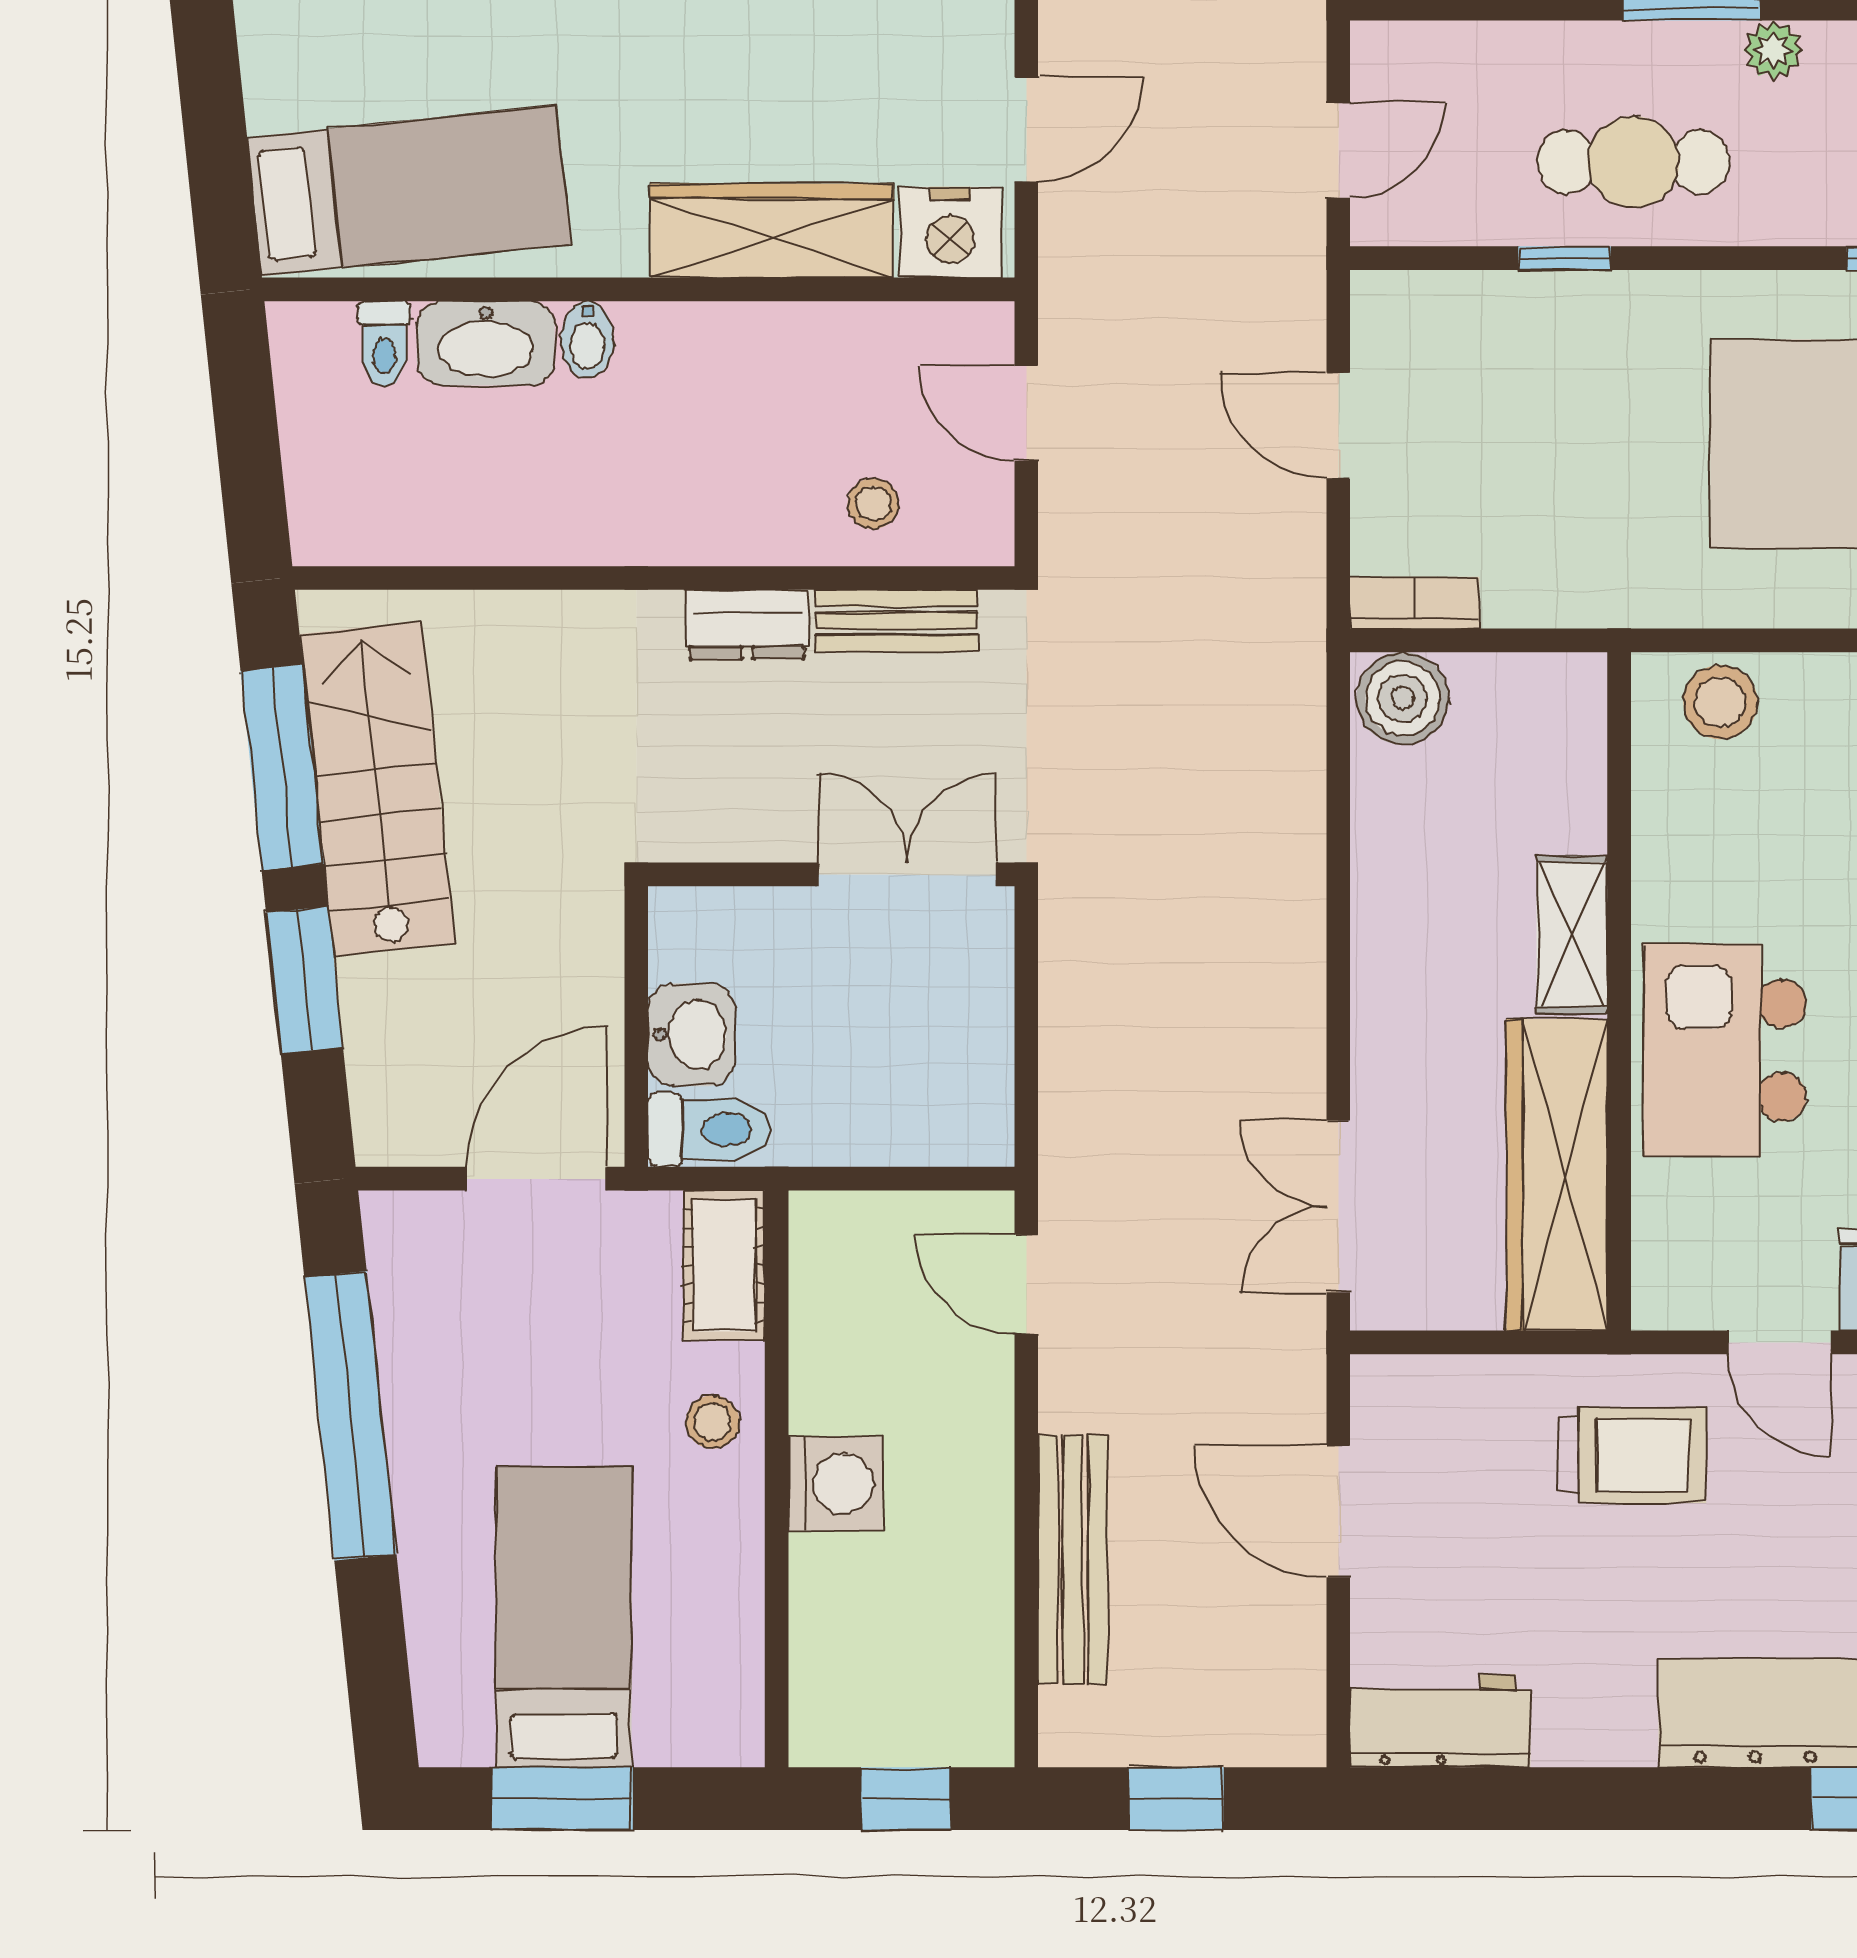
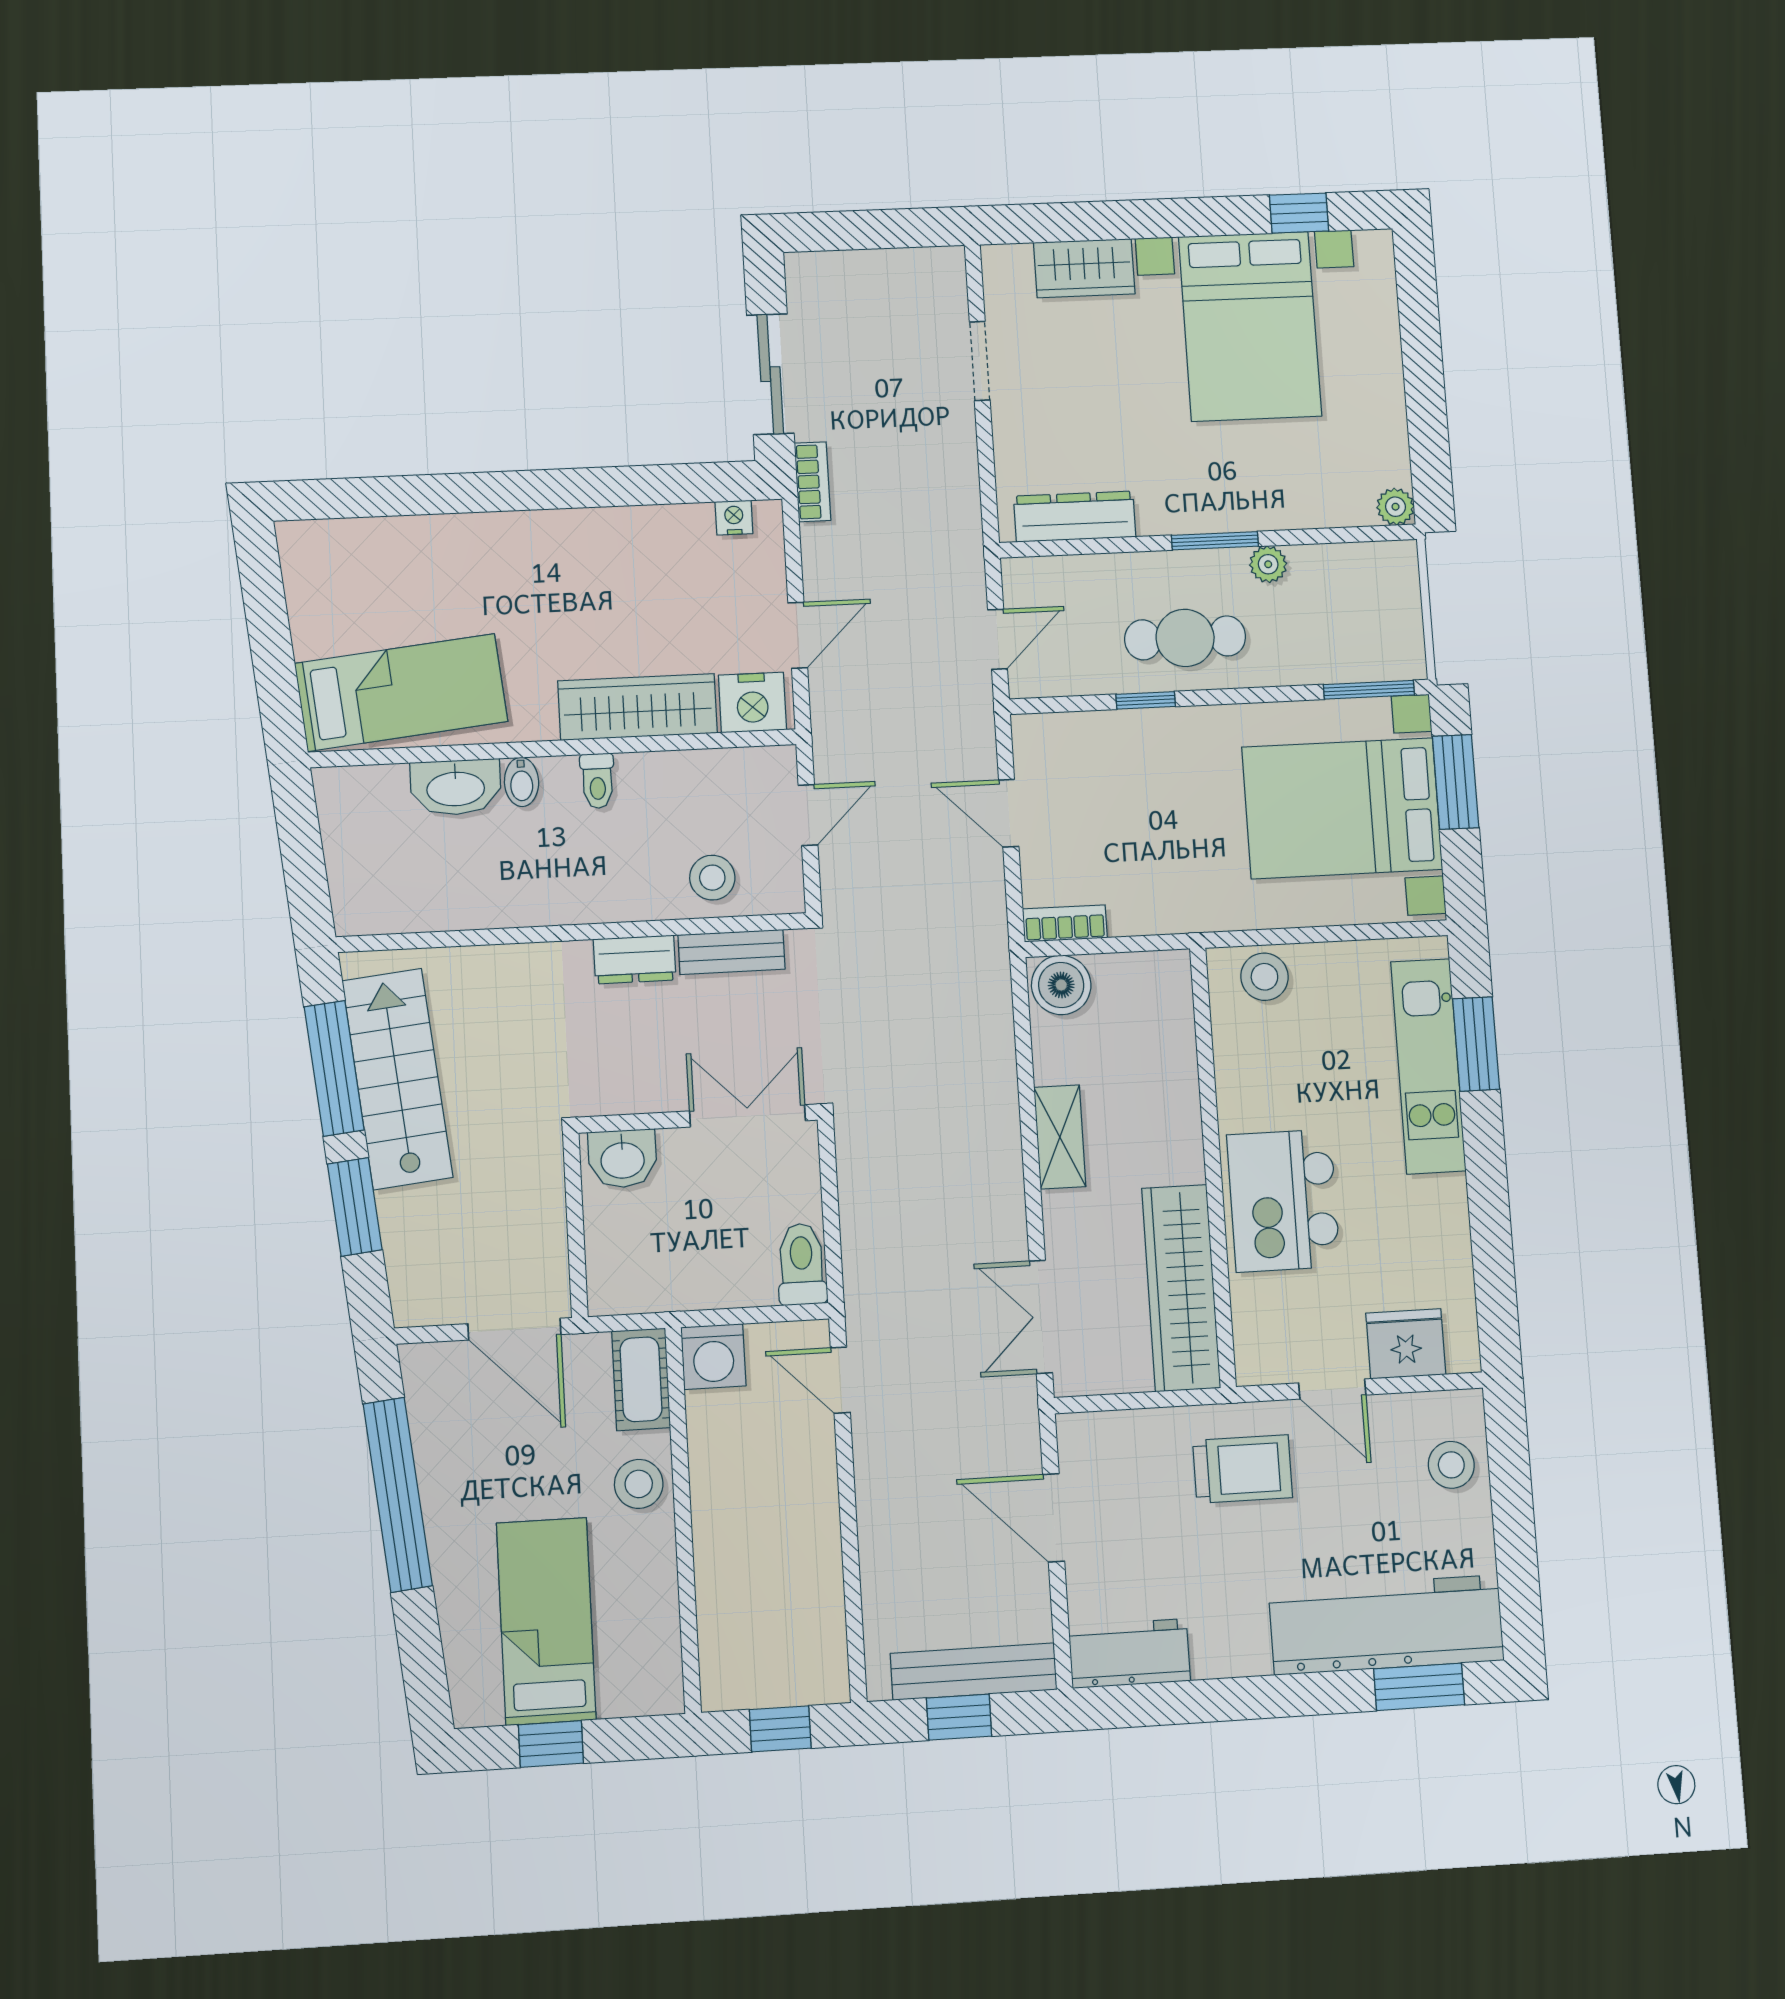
toilet: (384, 344) -> (597, 781), moved
door: (1026, 413) -> (808, 815), swing flipped
stool: (873, 504) -> (712, 878), width x1.37, depth x1.37
shelving: (1572, 934) -> (1060, 1137), moved
washbasin: (691, 1035) -> (623, 1159), moved, turned 90
toilet: (709, 1130) -> (802, 1264), moved, turned -90
door: (537, 1179) -> (514, 1329), swing flipped
stool: (713, 1422) -> (639, 1484), width x1.37, depth x1.37
washing machine: (836, 1484) -> (713, 1356), moved, turned 90
bench: (1073, 1559) -> (974, 1672), moved, turned 90
window: (562, 1799) -> (551, 1744), width x0.67

